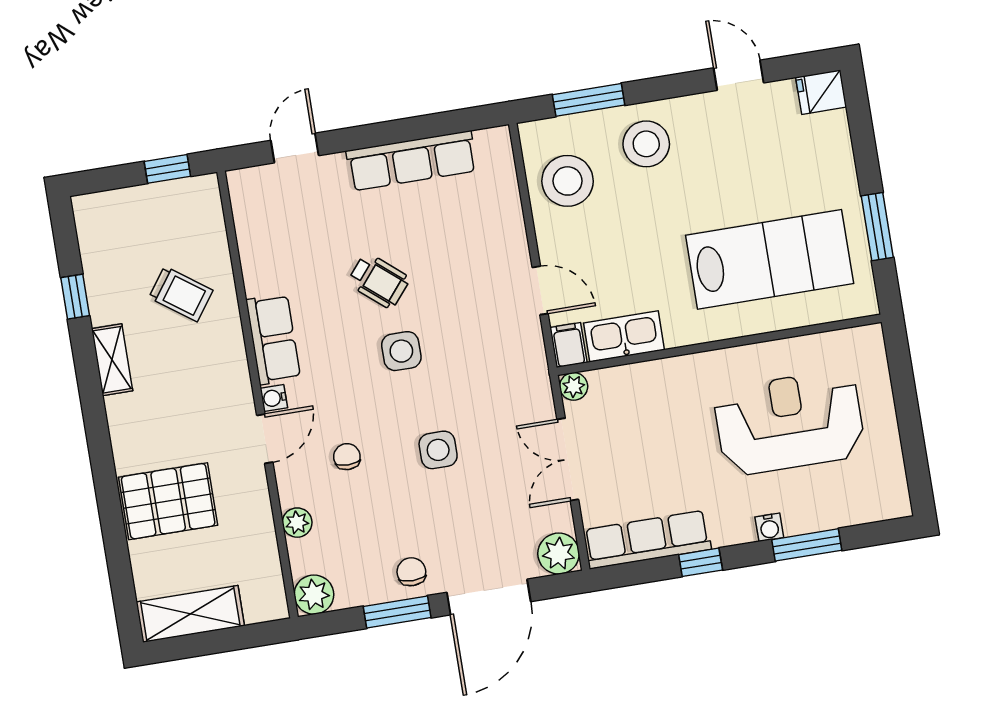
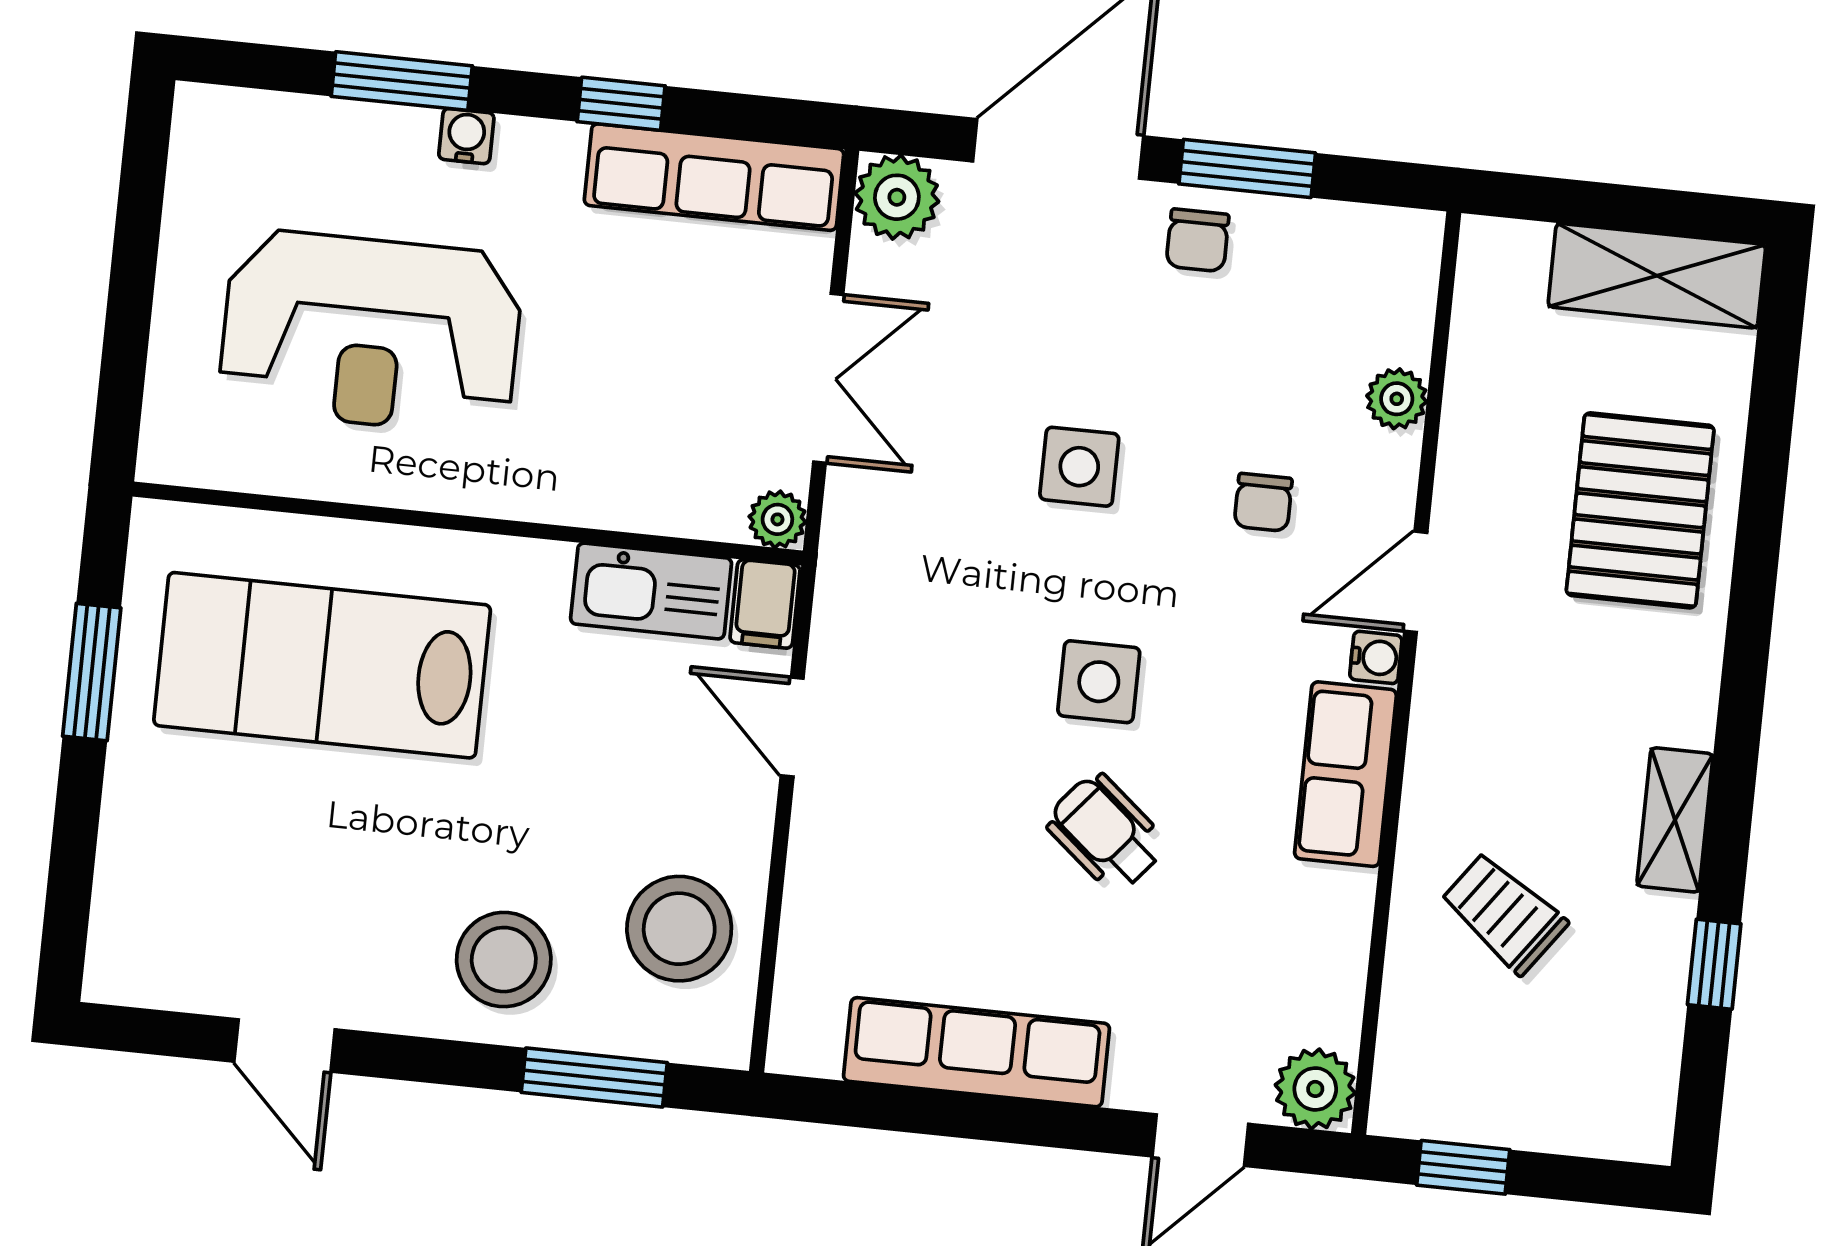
fridge: (821, 92) -> (130, 968), removed
pallet: (168, 501) -> (1640, 510), turned 90
plant: (314, 595) -> (1315, 1089), moved

